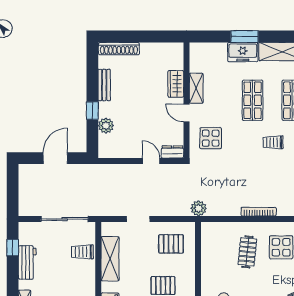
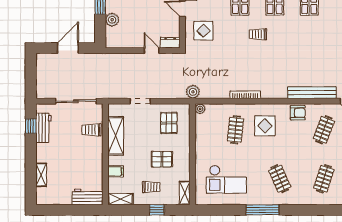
plant: (207, 228) -> (200, 109), added
pallet: (171, 244) -> (169, 123), turned 90
workbench: (27, 262) -> (43, 128), moved

